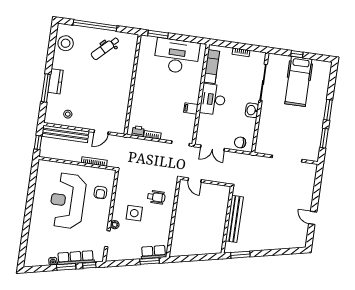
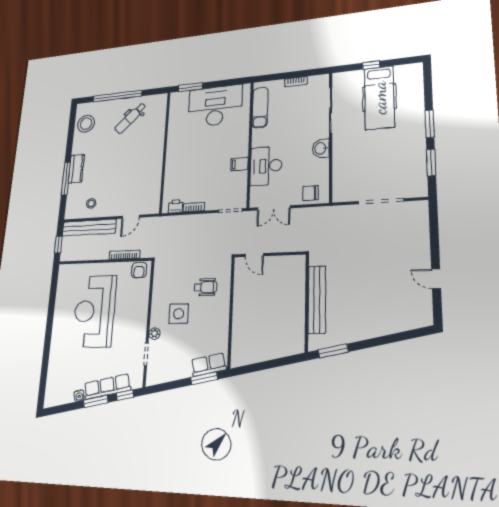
desk: (213, 99) -> (266, 166), moved
armchair: (100, 192) -> (139, 270), moved

